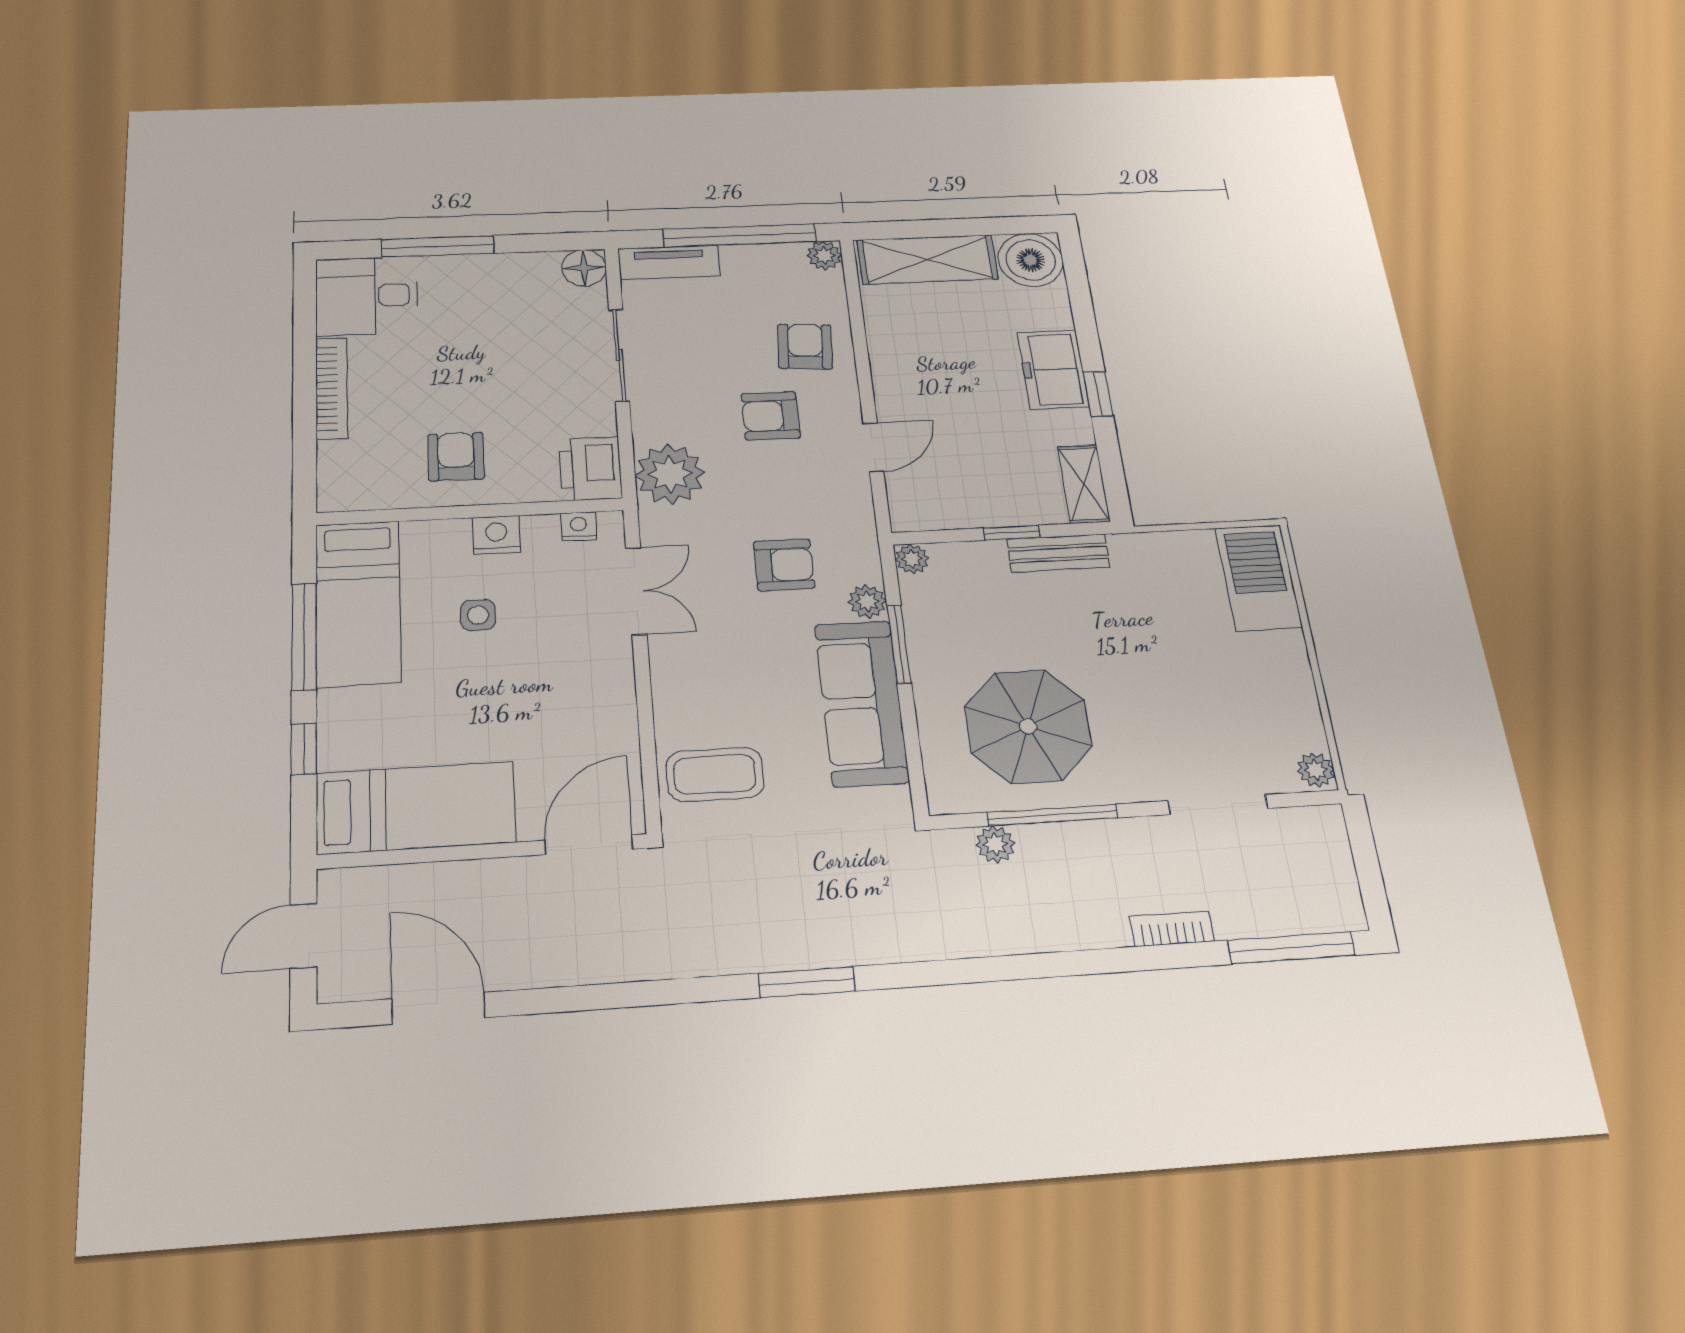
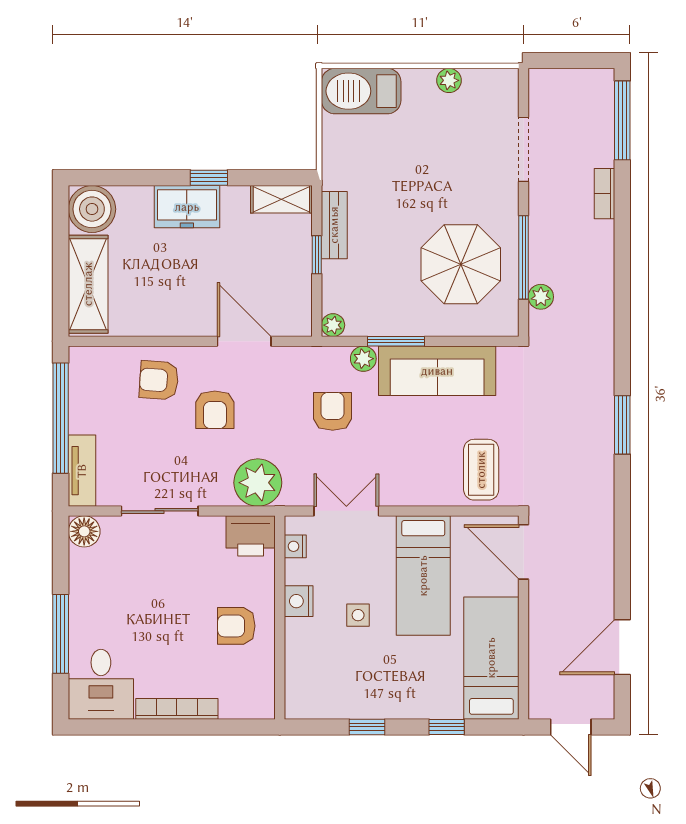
plant: (824, 255) -> (81, 359), removed
door: (873, 447) -> (244, 341), width x1.38
bed: (358, 603) -> (423, 576), moved, turned 90
window: (304, 637) -> (367, 727), width x0.46
plant: (1316, 770) -> (449, 80), moved

